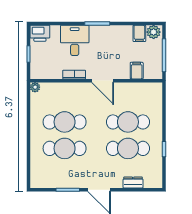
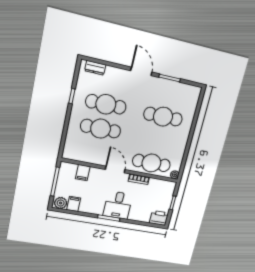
desk: (75, 40) -> (118, 205), moved
cafe table: (65, 122) -> (151, 163), moved
dresser: (133, 183) -> (95, 68), moved

